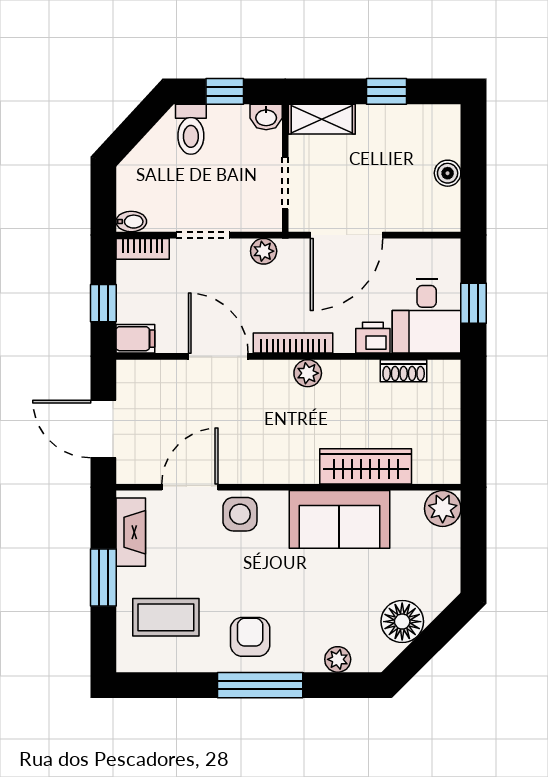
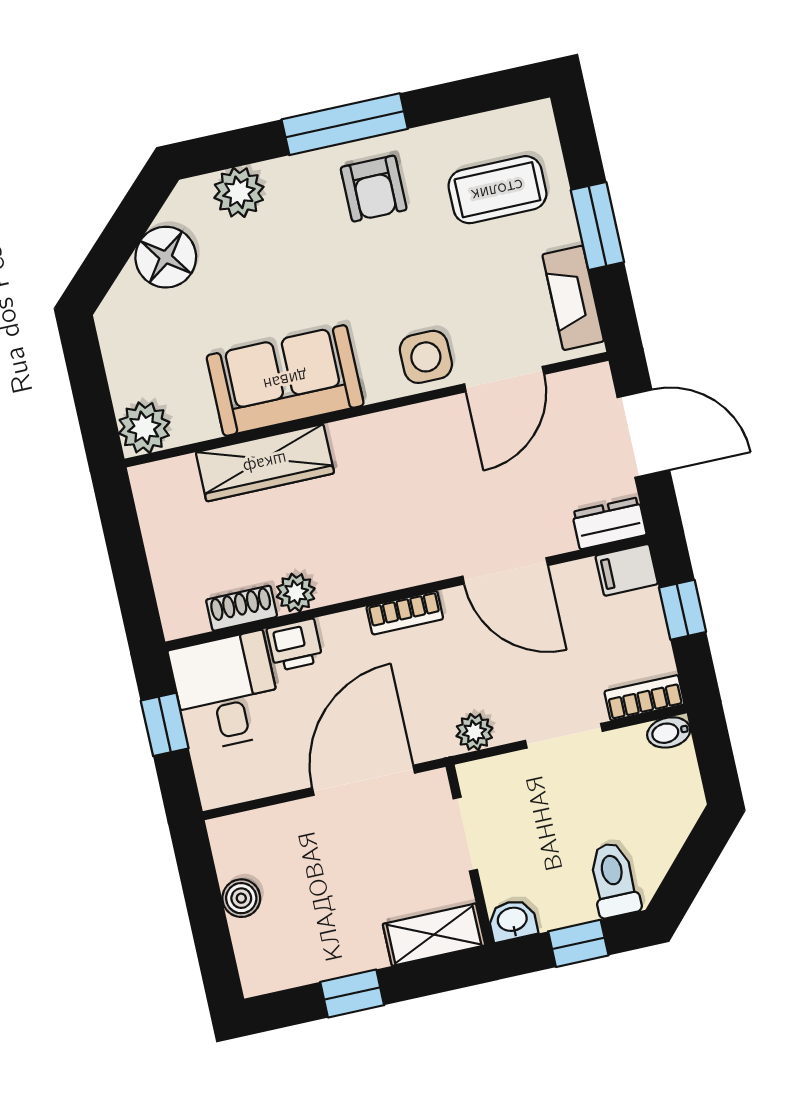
bookcase: (293, 343) -> (405, 613), width x0.64
dresser: (140, 373) -> (609, 523), added
plant: (308, 373) -> (296, 593), moved
plant: (338, 659) -> (239, 192), width x1.38, depth x1.38

